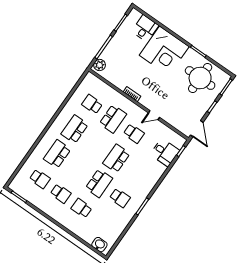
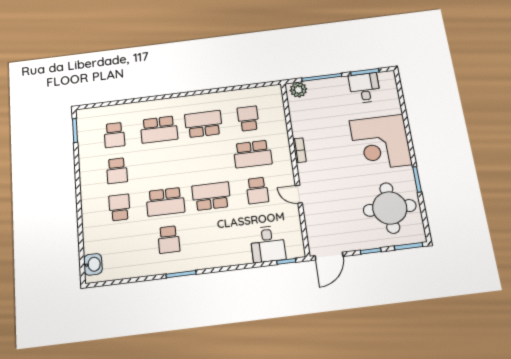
desk: (145, 28) -> (365, 88), moved, turned -90
school desk: (57, 154) -> (159, 130), turned 180

